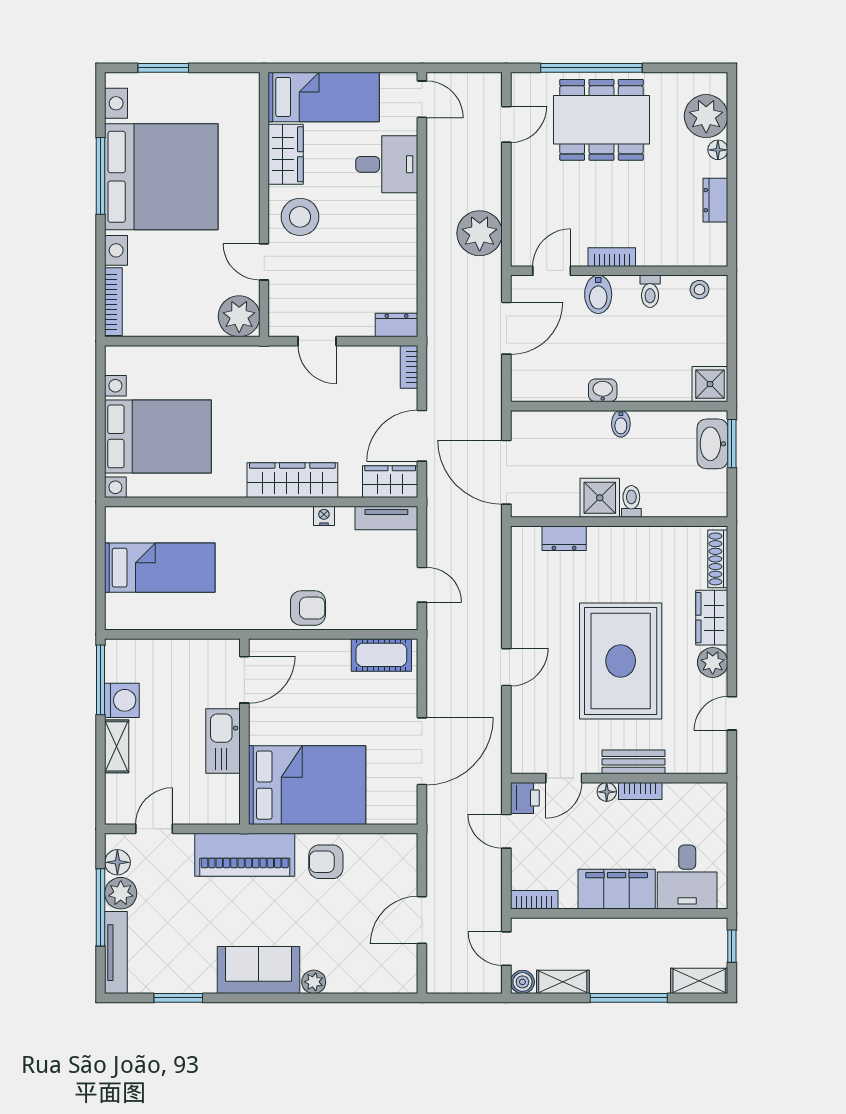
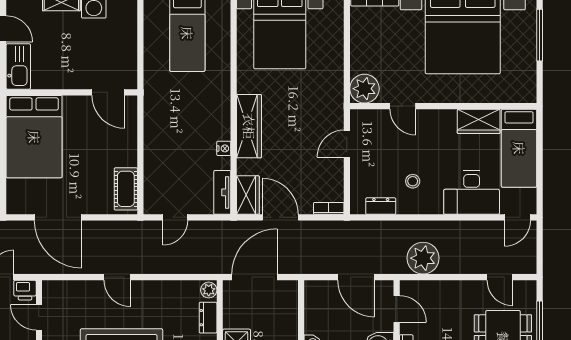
window: (163, 68) -> (540, 35), width x1.44
desk: (387, 164) -> (472, 193), width x1.37
stool: (300, 217) -> (413, 181), moved, width x0.53, depth x0.53
door: (264, 262) -> (403, 106), swing flipped
dresser: (397, 325) -> (381, 206), moved, turned -90
plant: (525, 537) -> (209, 290), added
armchair: (308, 608) -> (159, 137), removed
kitchen sink: (223, 741) -> (18, 66), moved, turned 90

